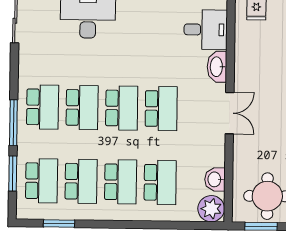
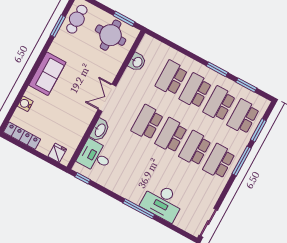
plant: (211, 209) -> (149, 45), removed
window: (107, 224) -> (217, 69), added

